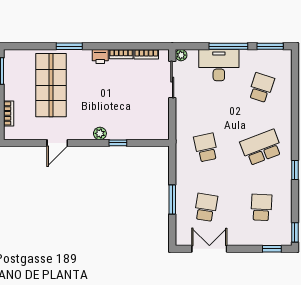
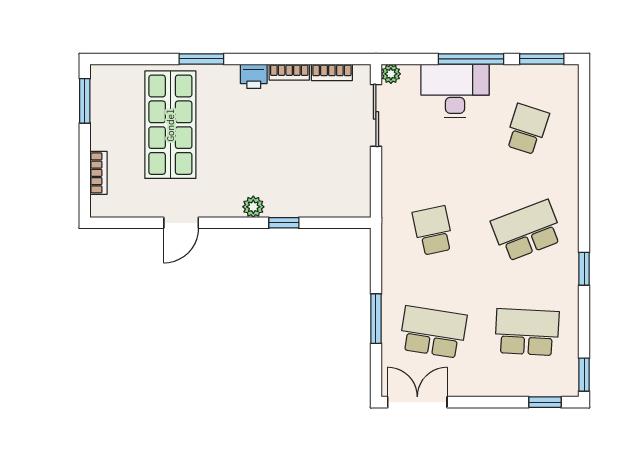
school desk: (206, 207) -> (433, 332), width x1.85
school desk: (261, 207) -> (527, 332), width x1.85
double door: (209, 249) -> (417, 402), moved

